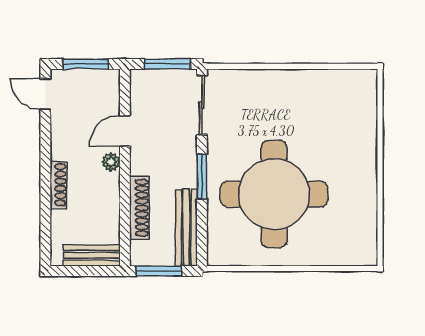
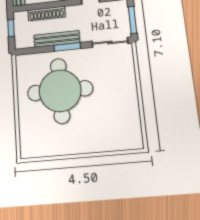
bench: (186, 228) -> (57, 39), moved
window: (159, 271) -> (11, 28), width x0.67

